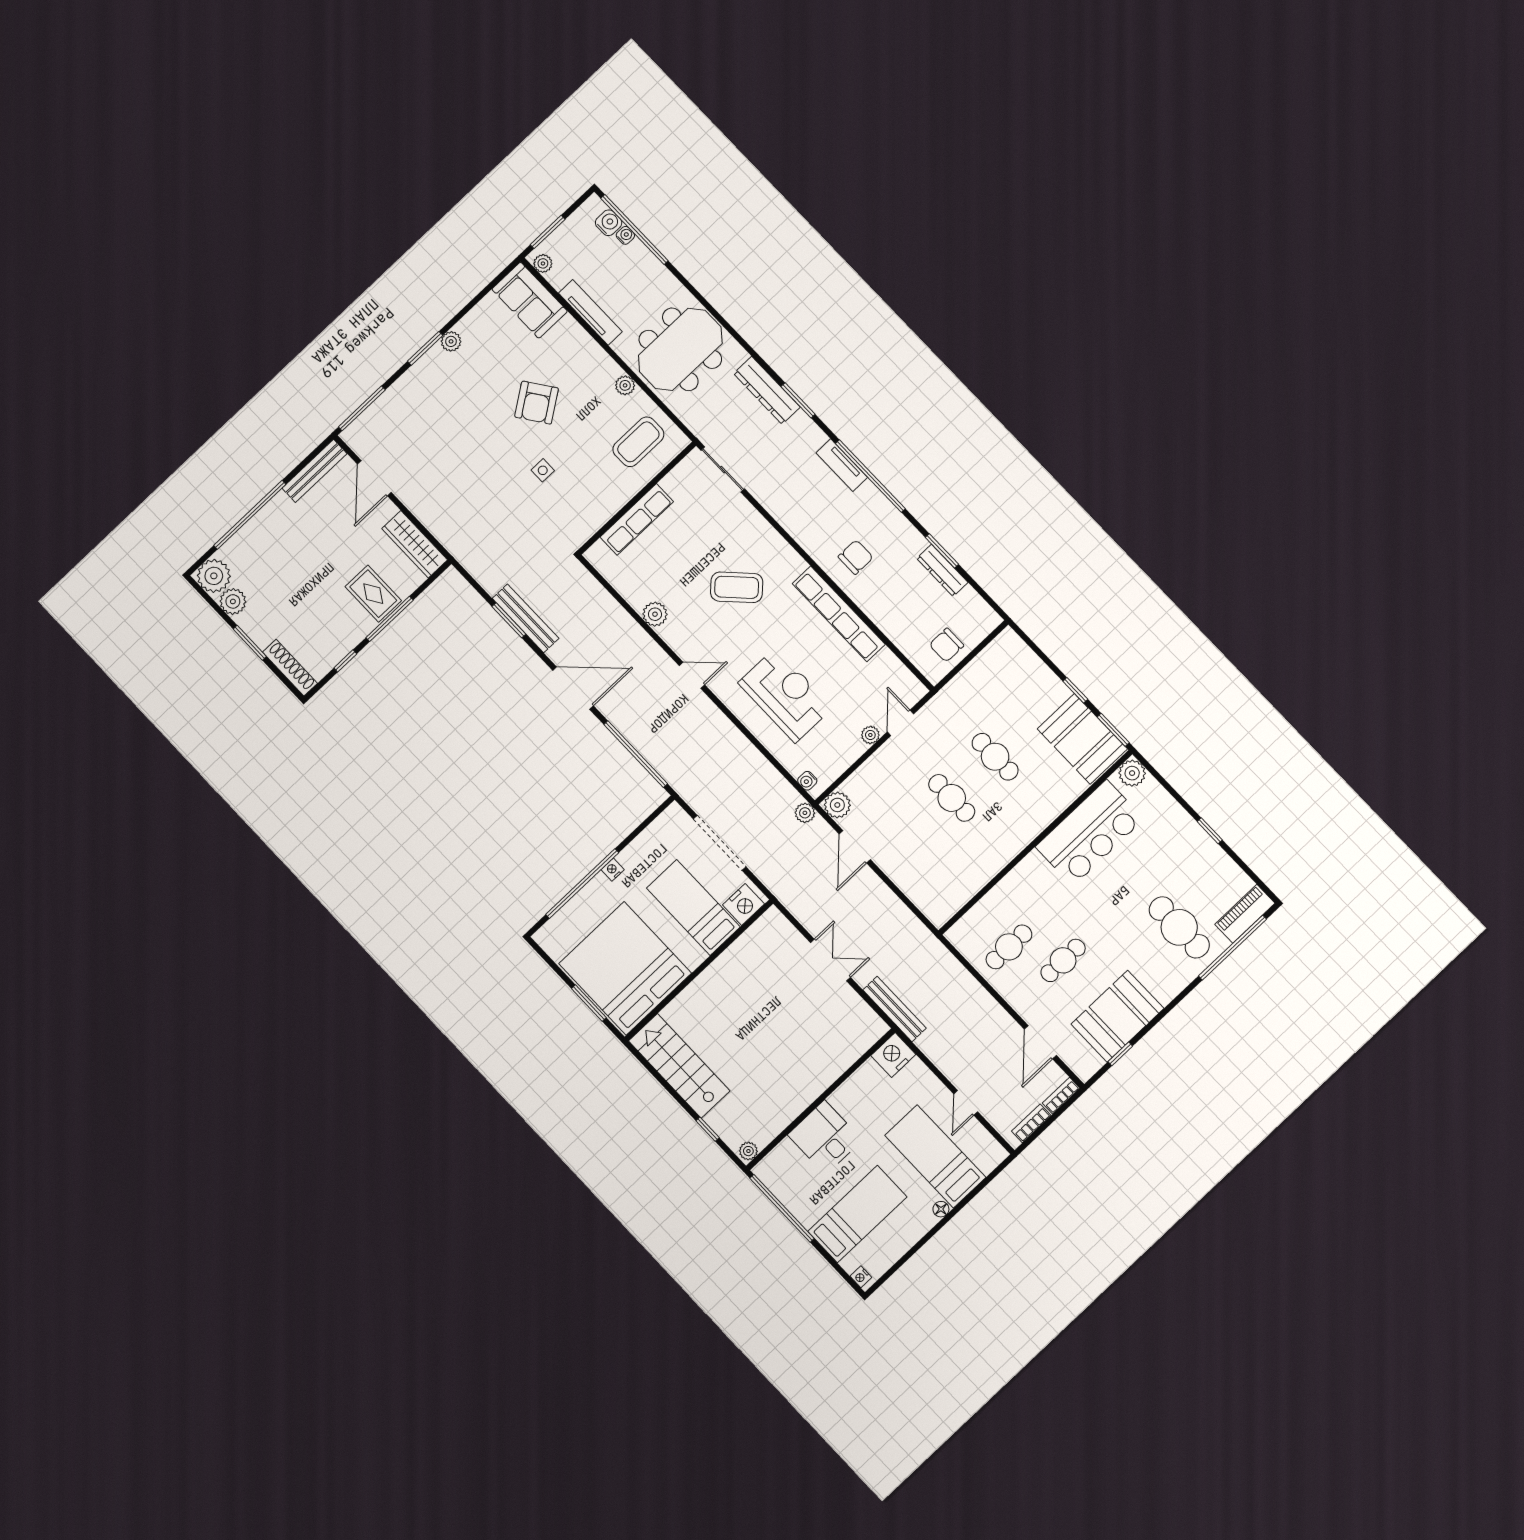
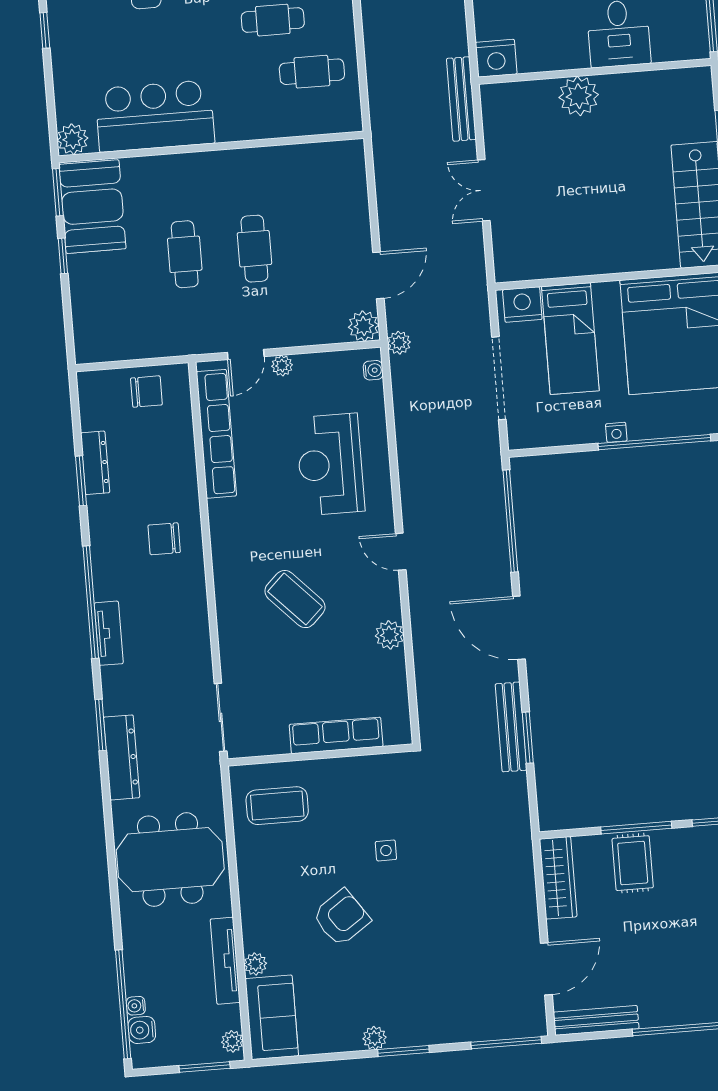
plant: (625, 385) -> (255, 964), moved
row of seats: (839, 614) -> (216, 434), moved
plant: (748, 1151) -> (579, 96), moved, width x1.87, depth x1.87

